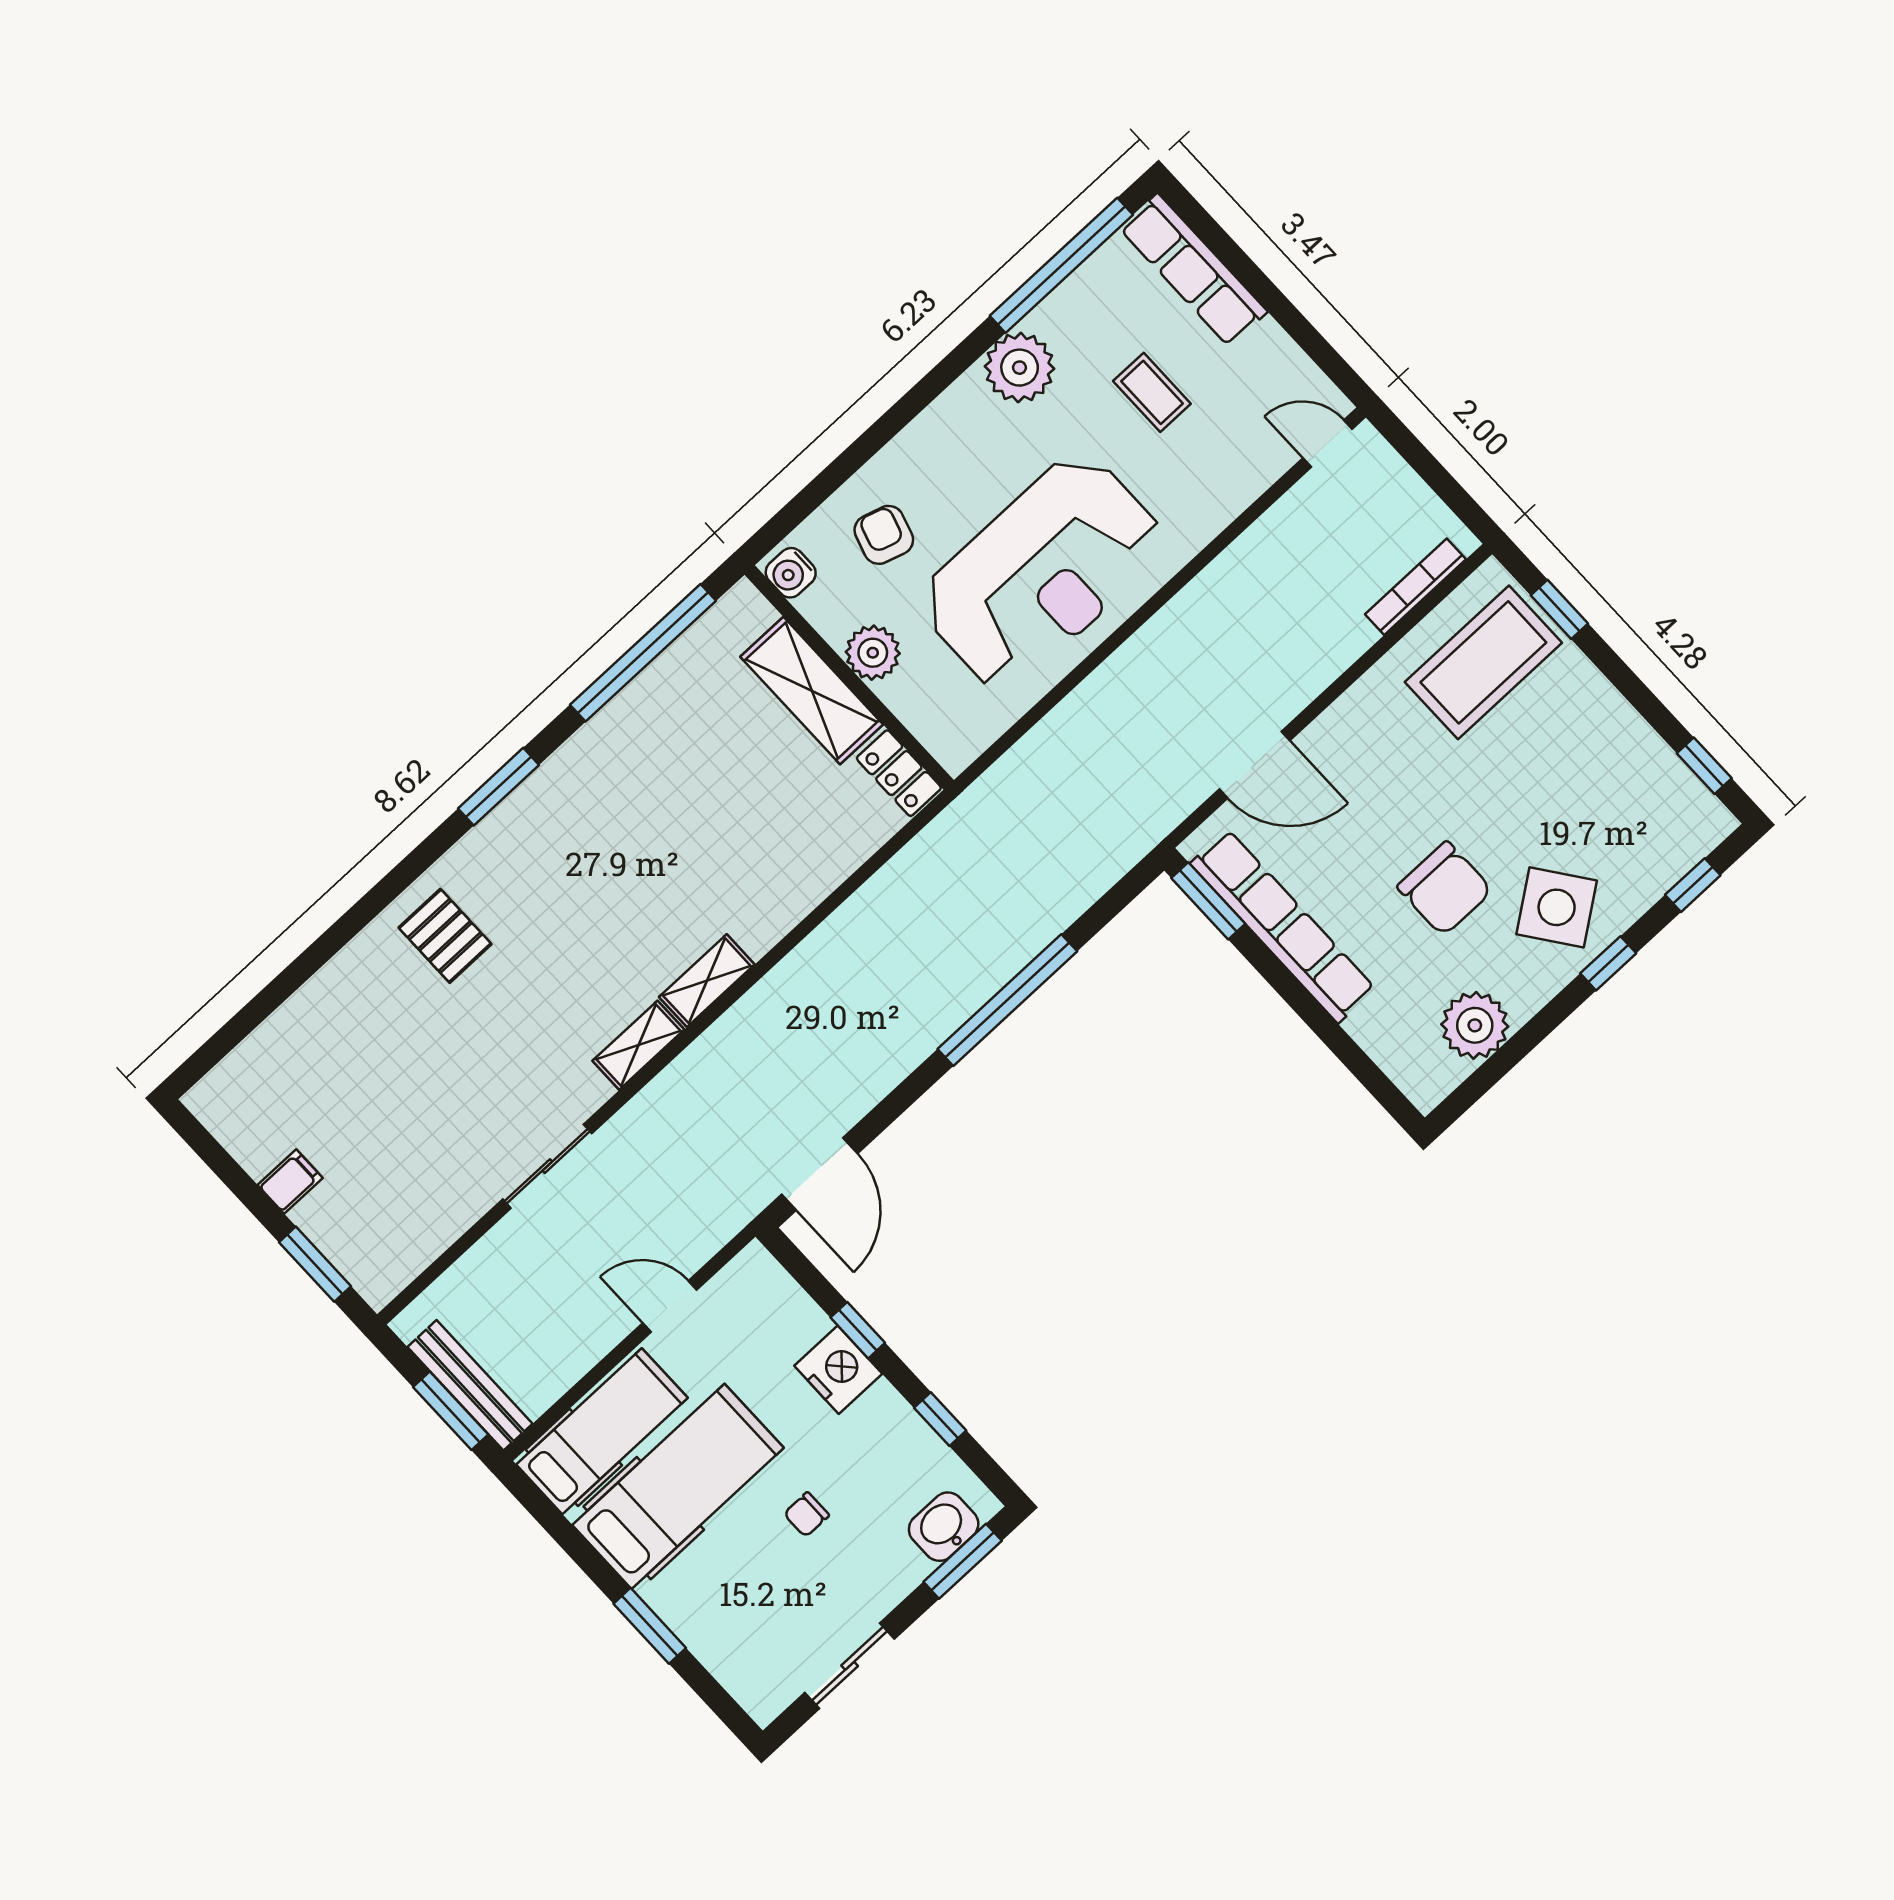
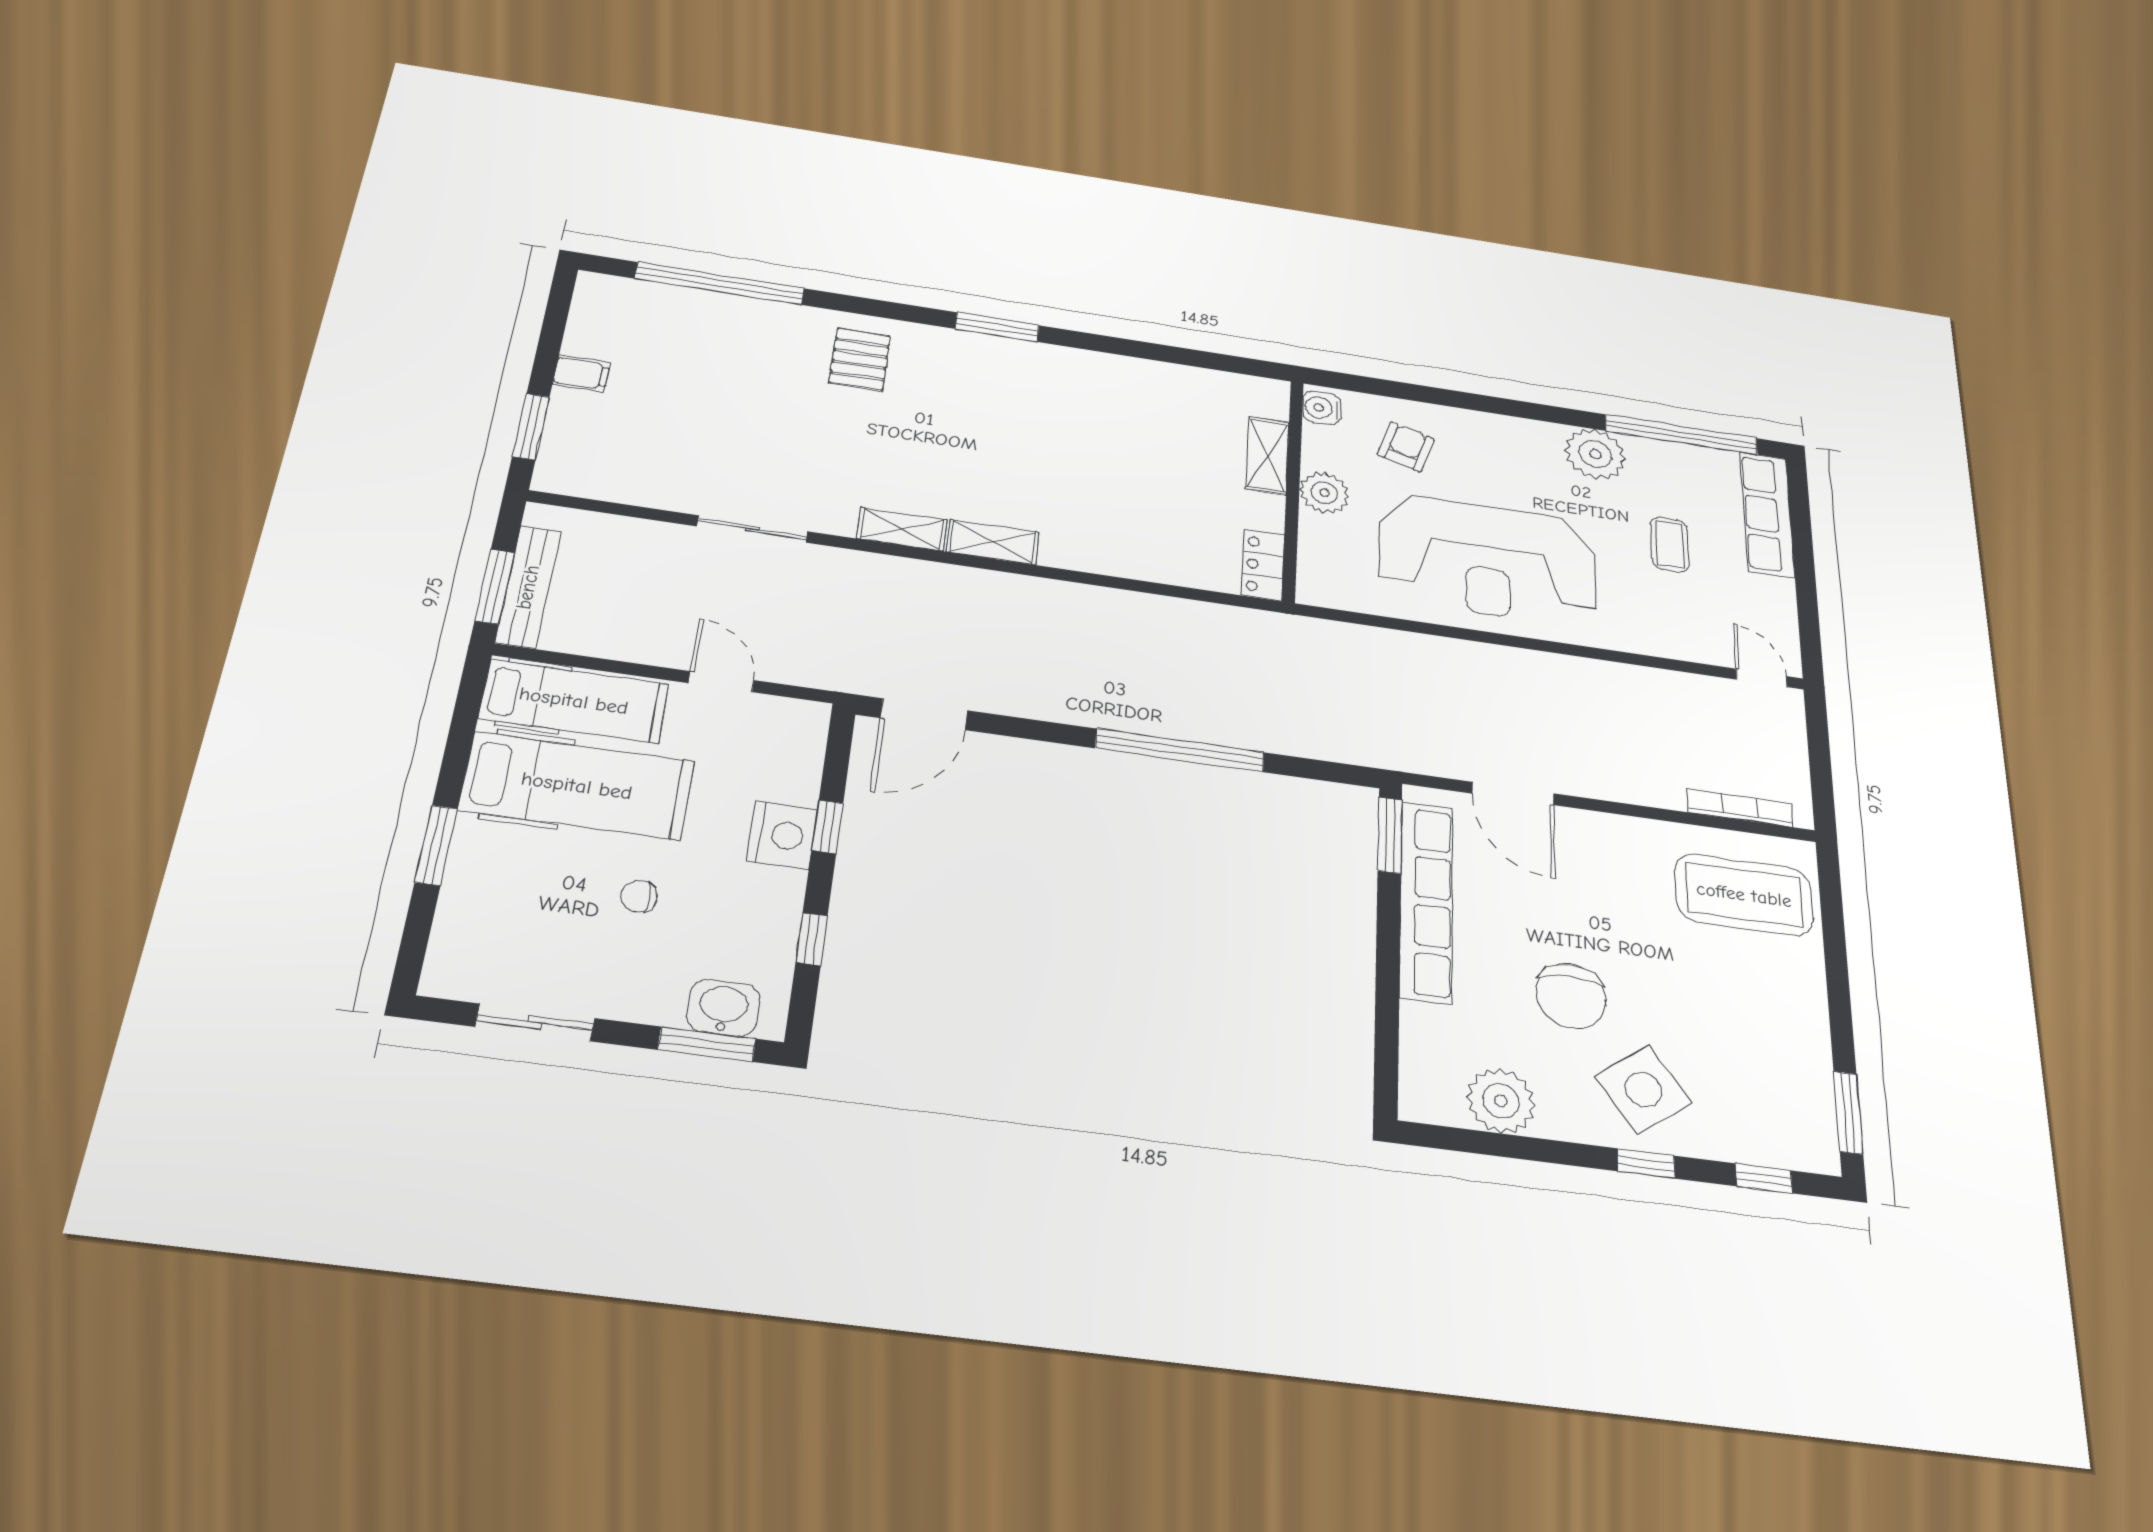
window: (1559, 609) -> (1833, 918), removed
window: (643, 653) -> (720, 283), moved
shelving: (812, 691) -> (1267, 455), width x0.67, depth x0.75
window: (1704, 766) -> (1848, 1113), width x1.50

